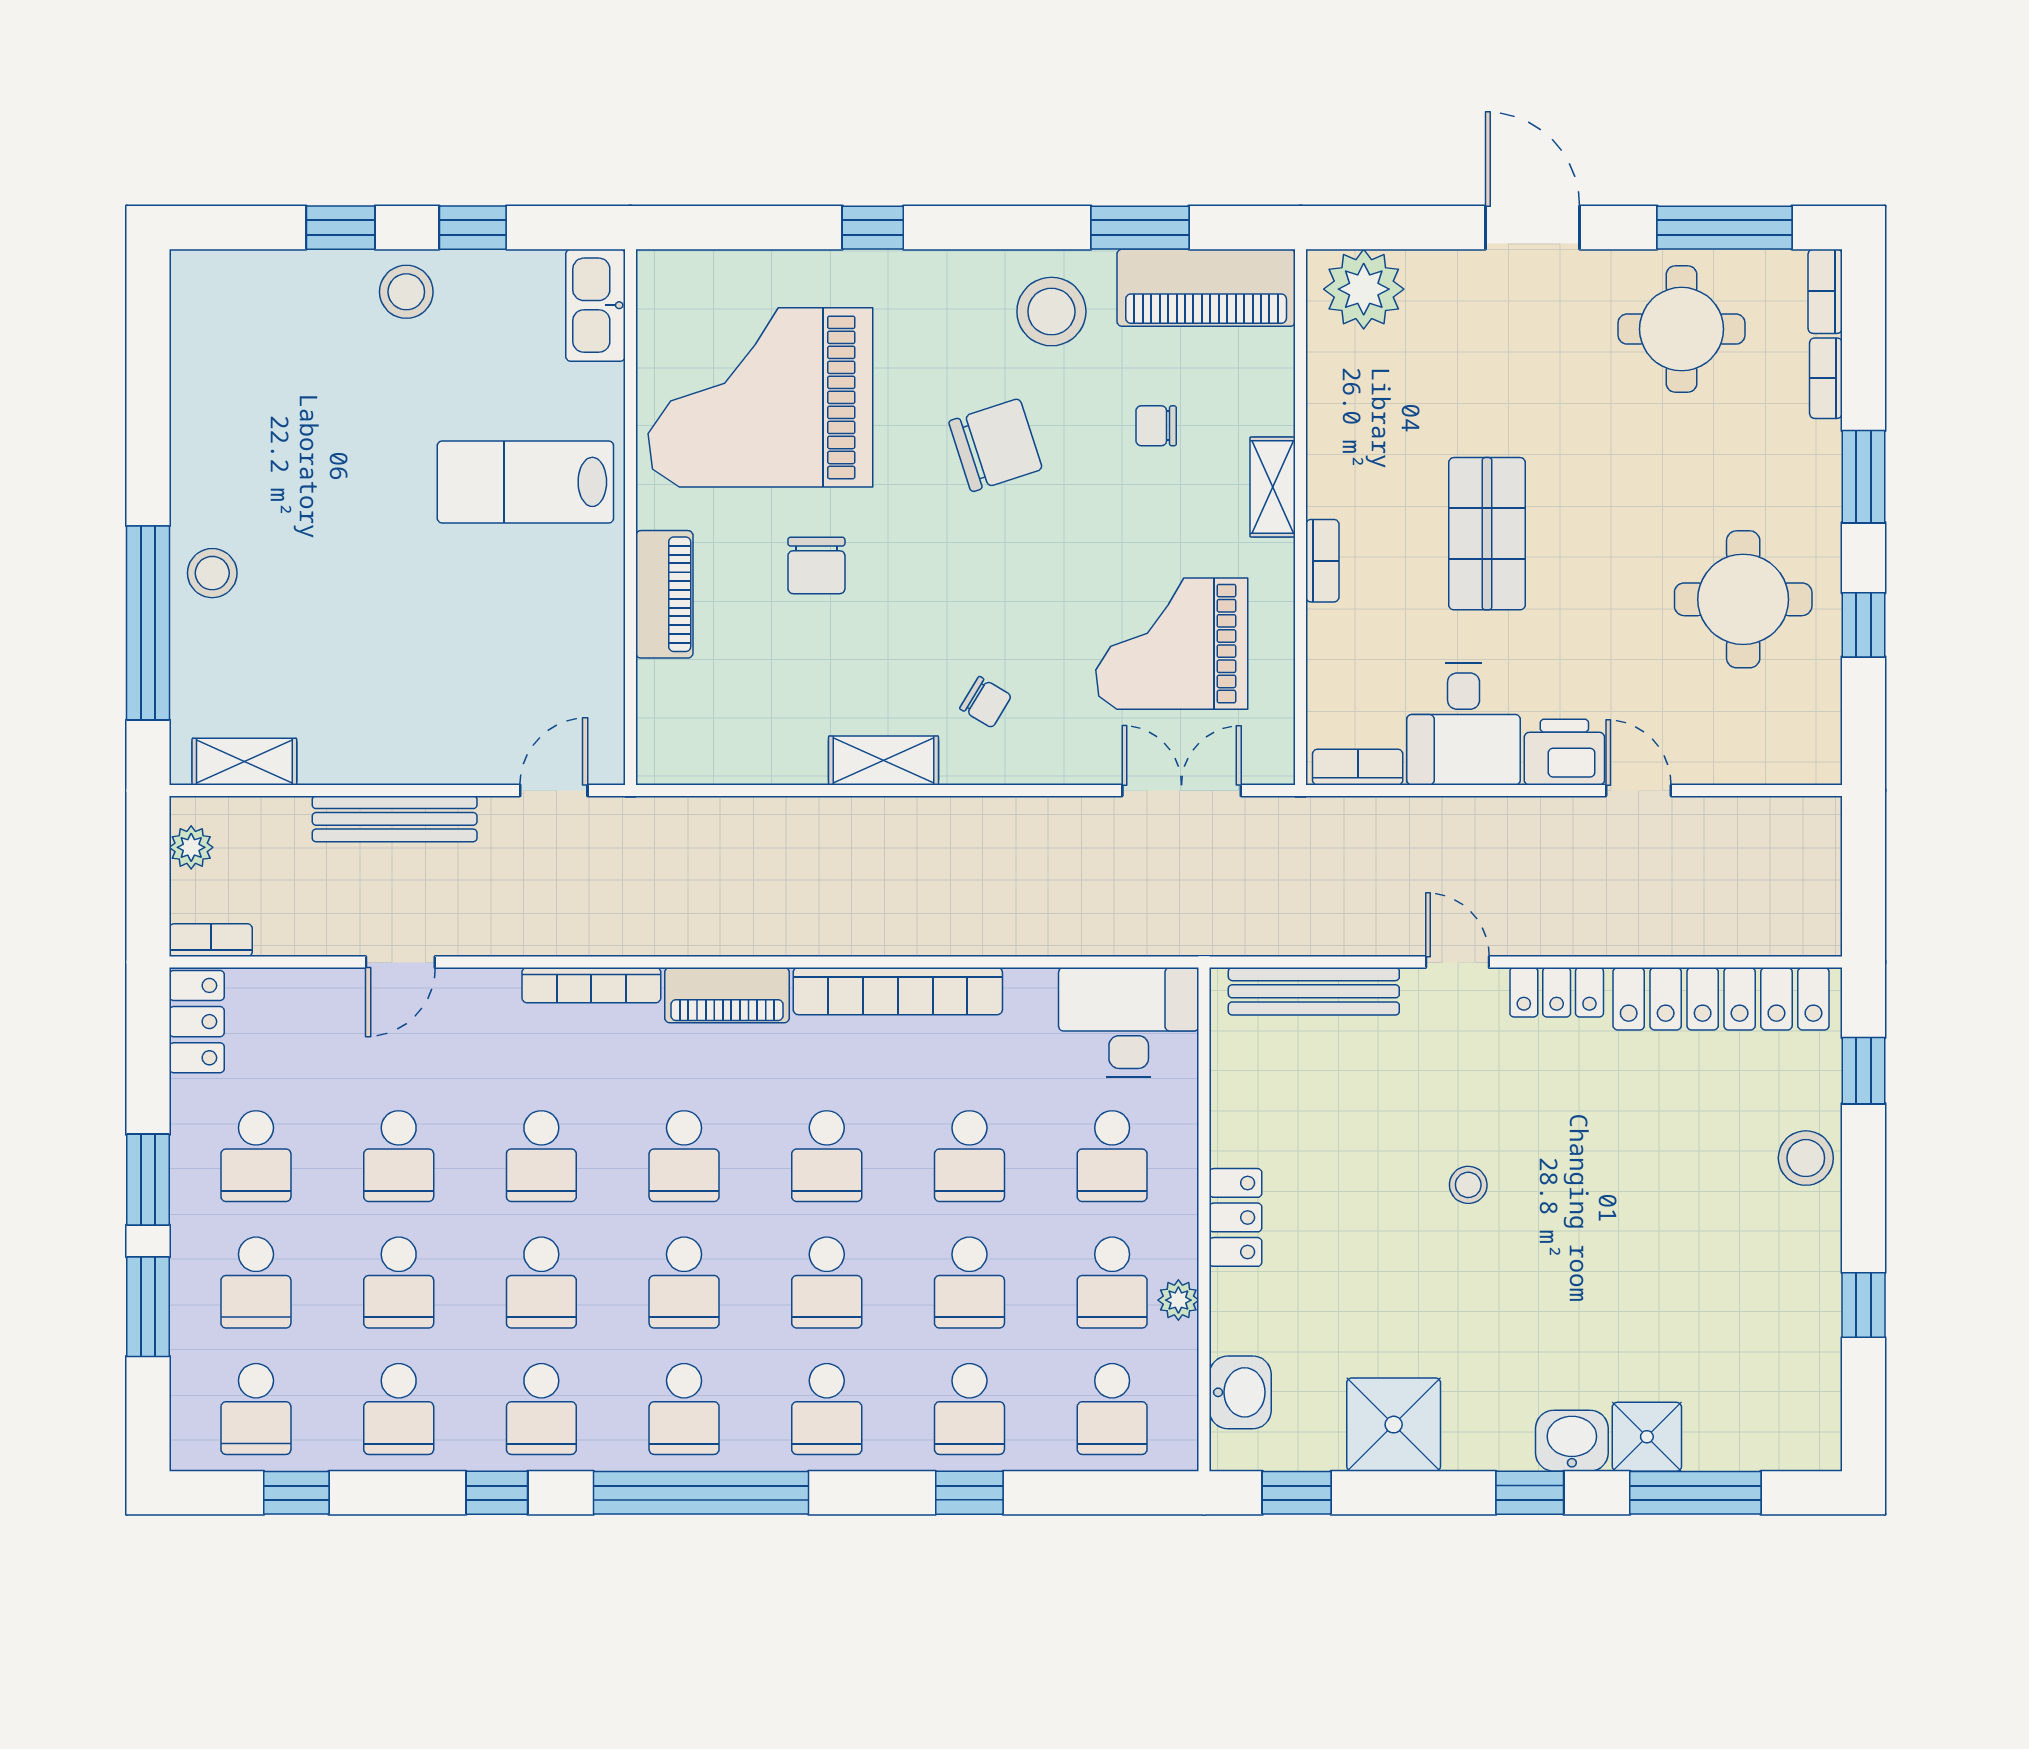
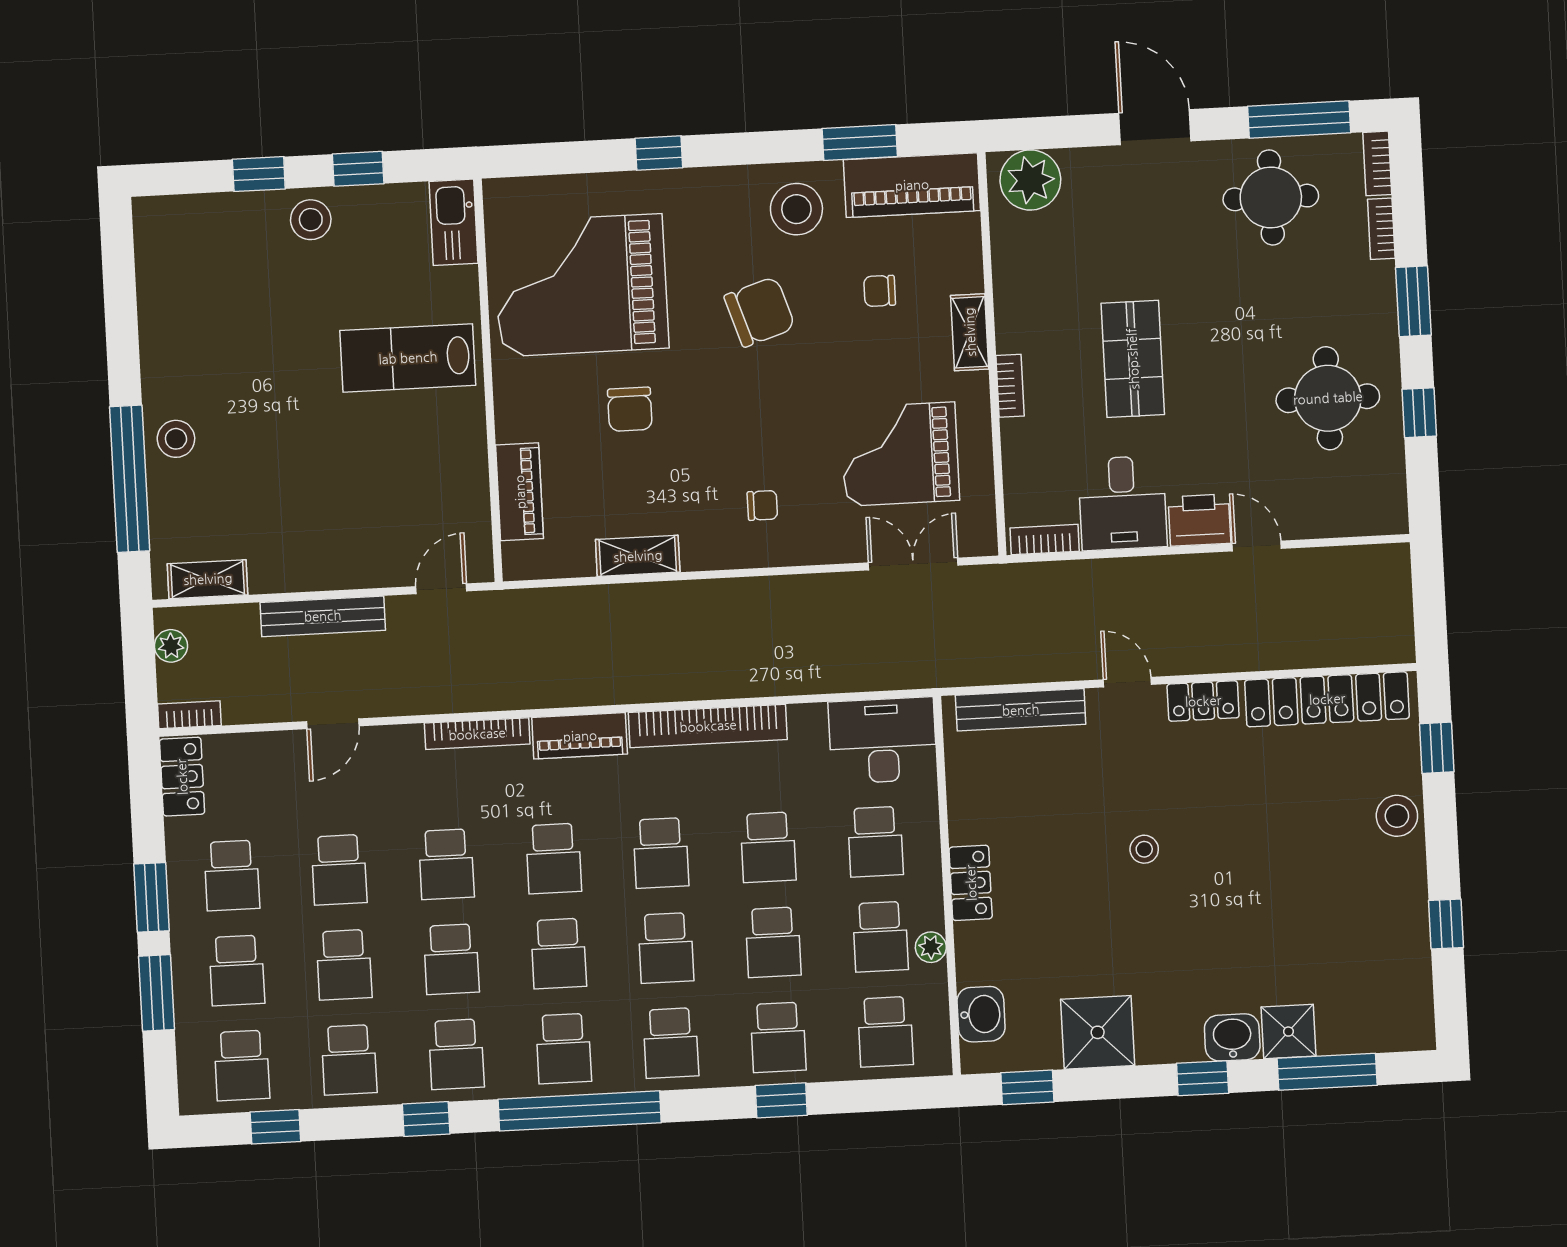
piano: (664, 594) -> (520, 492), moved
chair: (986, 702) -> (762, 505), turned -31
shelving: (884, 760) -> (638, 556), moved

